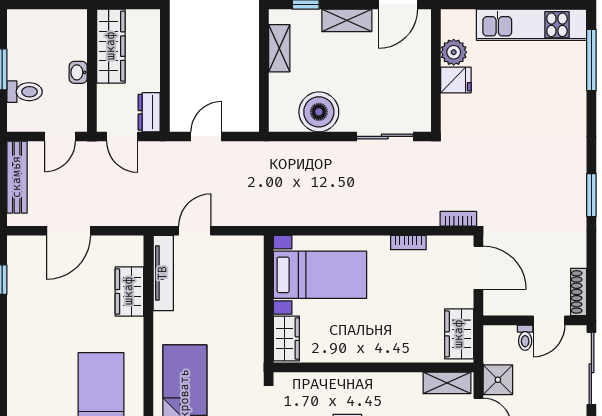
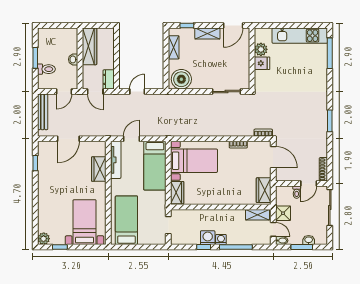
boiler: (319, 112) -> (181, 79), moved
bed: (242, 285) -> (155, 166), added

